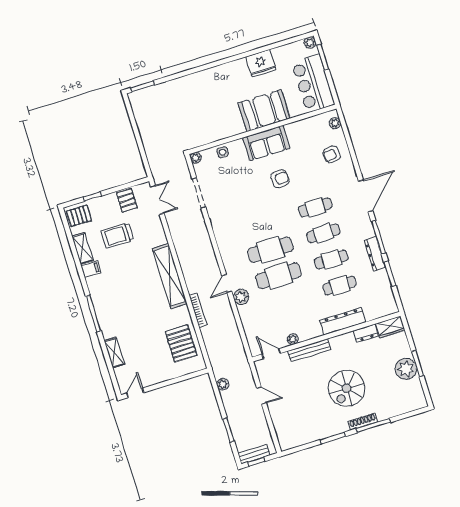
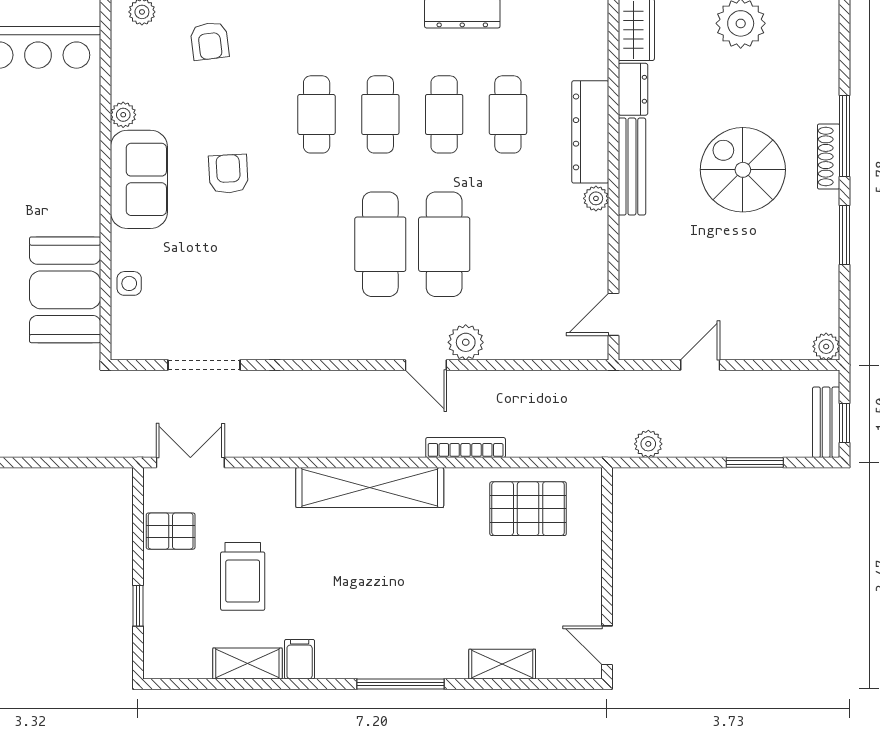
booth: (264, 111) -> (65, 290), moved
plant: (196, 158) -> (123, 115), moved
pallet: (79, 216) -> (172, 649), removed
plant: (293, 339) -> (596, 198), moved
bench: (309, 350) -> (632, 167), moved
spiral stairs: (347, 388) -> (743, 170), turned 180
plant: (285, 445) -> (826, 346), added

